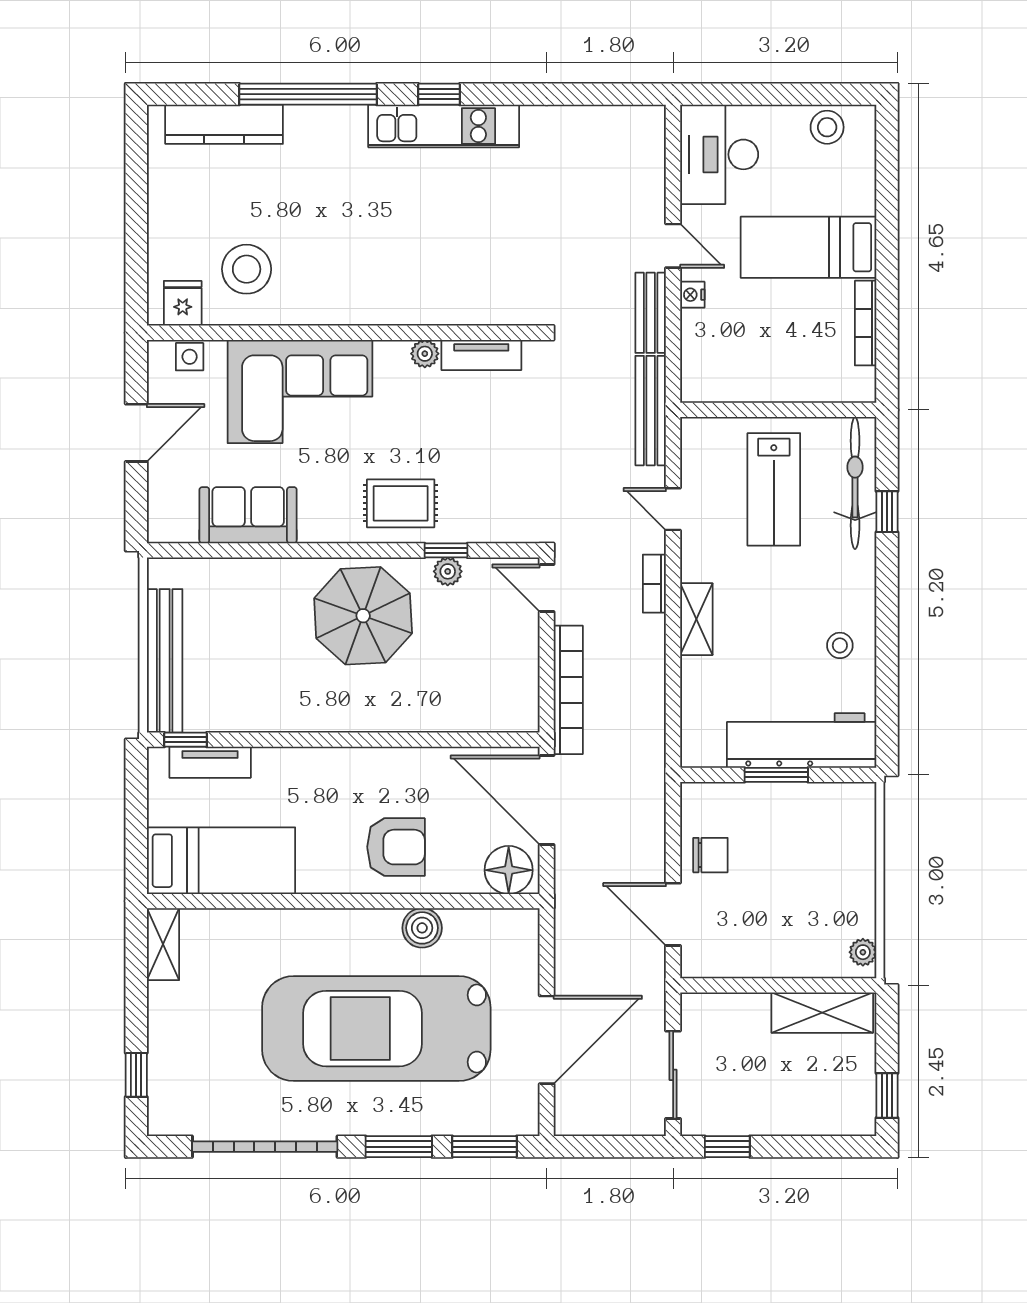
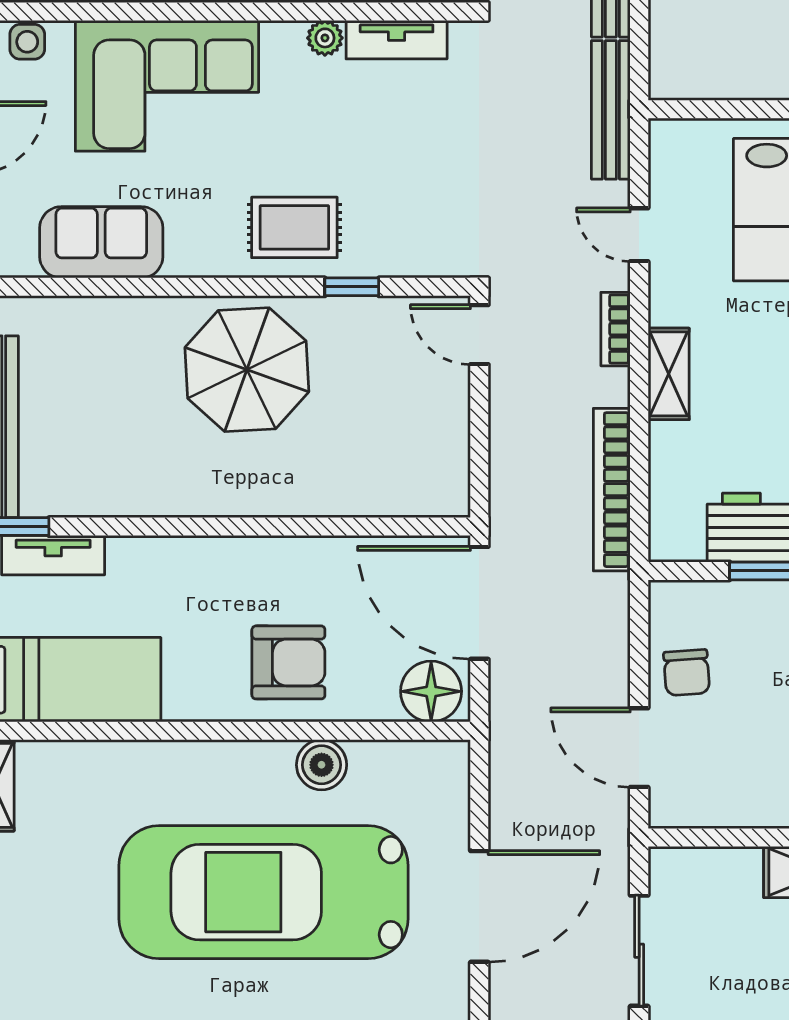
plant: (448, 571) -> (354, 314), removed
bookcase: (568, 690) -> (612, 490), moved, turned 180
chair: (710, 855) -> (687, 673), turned 86

